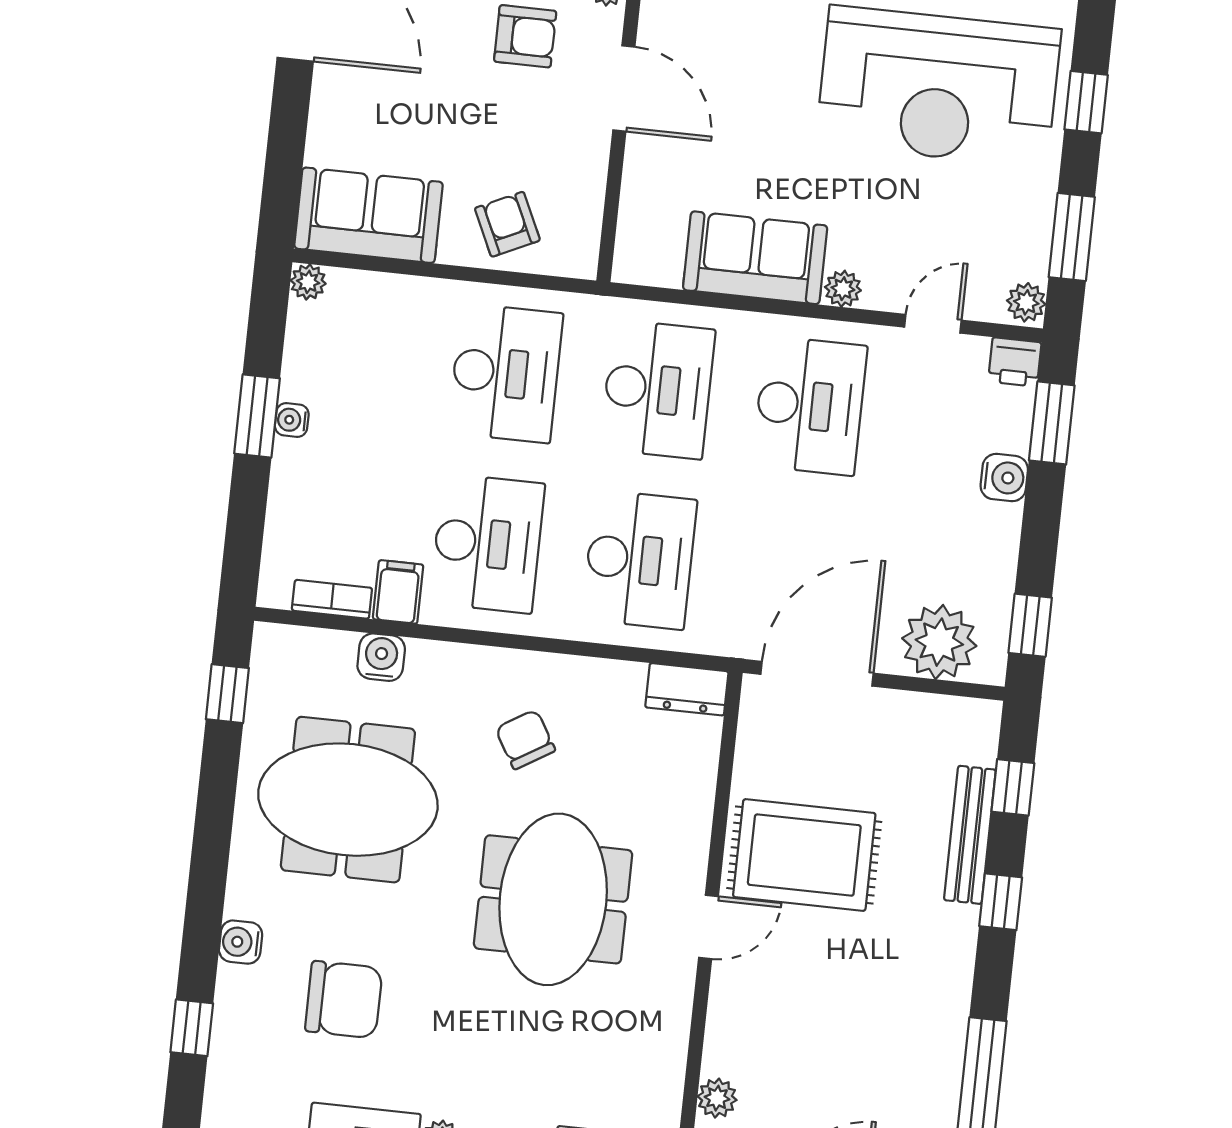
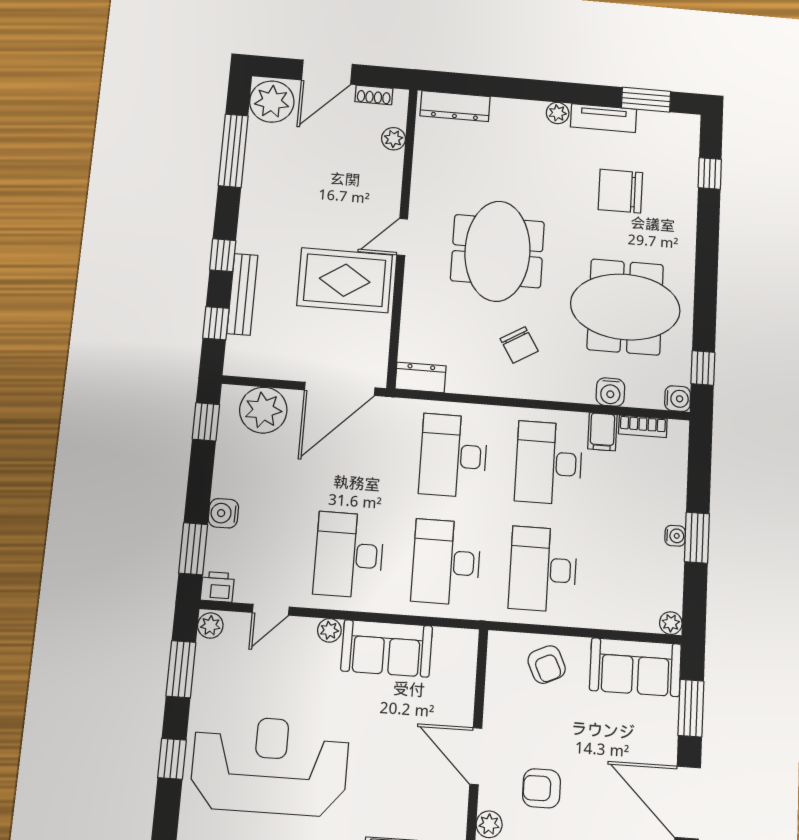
window: (286, 149) -> (691, 708), added
water cooler: (241, 942) -> (678, 399), moved

